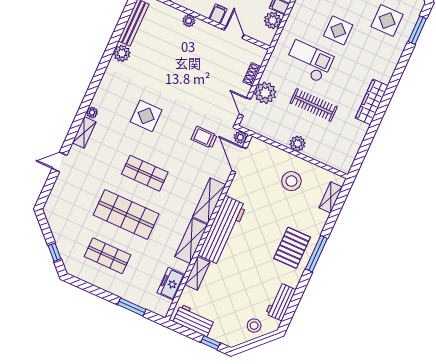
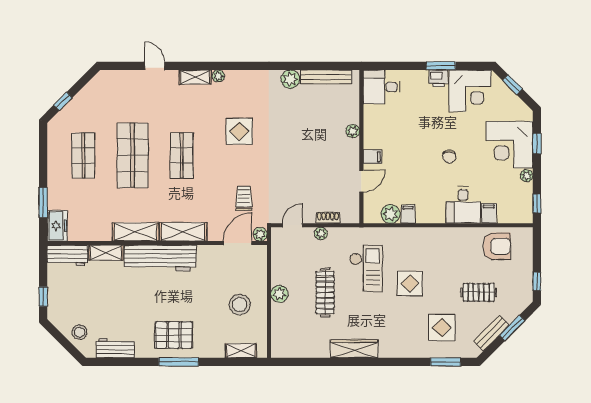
plant: (265, 93) -> (321, 234), width x0.53, depth x0.53
freezer: (171, 284) -> (57, 226), moved, turned 90
workbench: (194, 320) -> (67, 255), moved, turned 90

